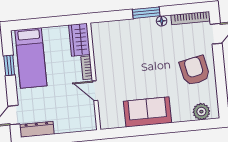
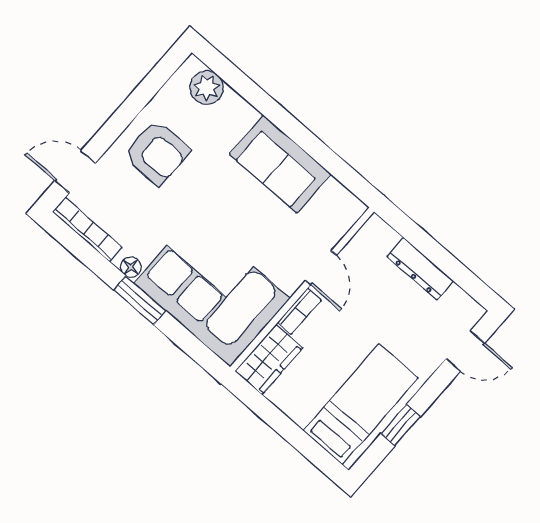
corner sofa: (125, 43) -> (212, 291), added
armchair: (195, 71) -> (157, 153), turned -78
dresser: (37, 129) -> (420, 269), moved

